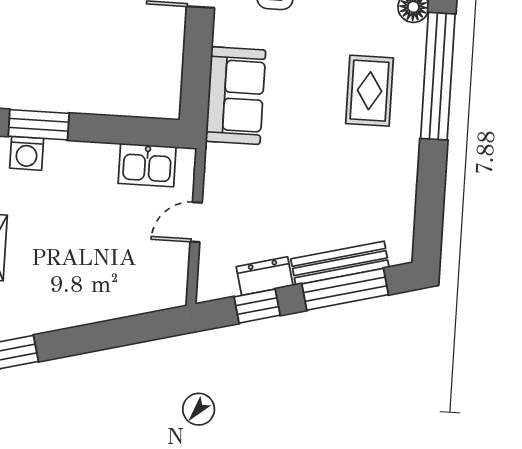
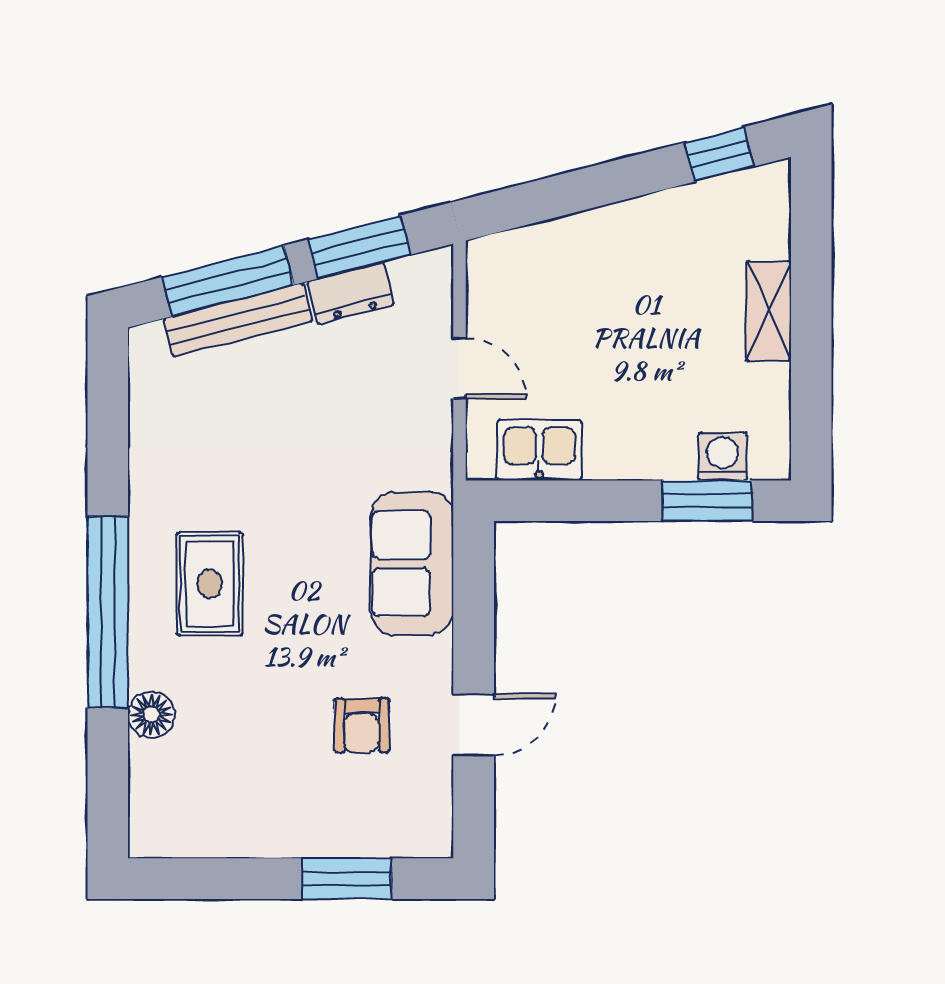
door: (196, 222) -> (459, 368), hinge flipped
window: (257, 306) -> (359, 247), width x1.50

